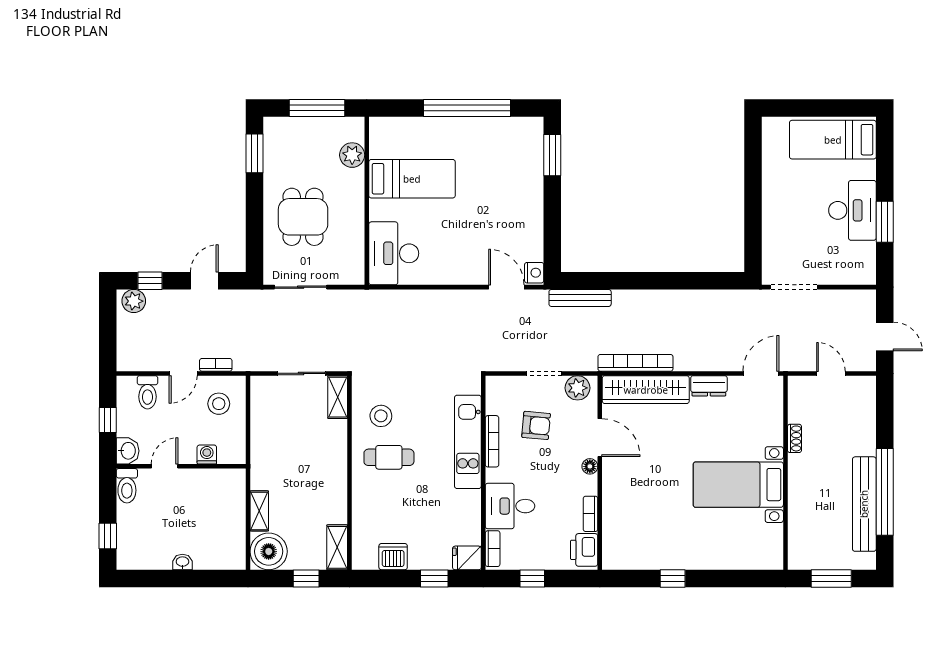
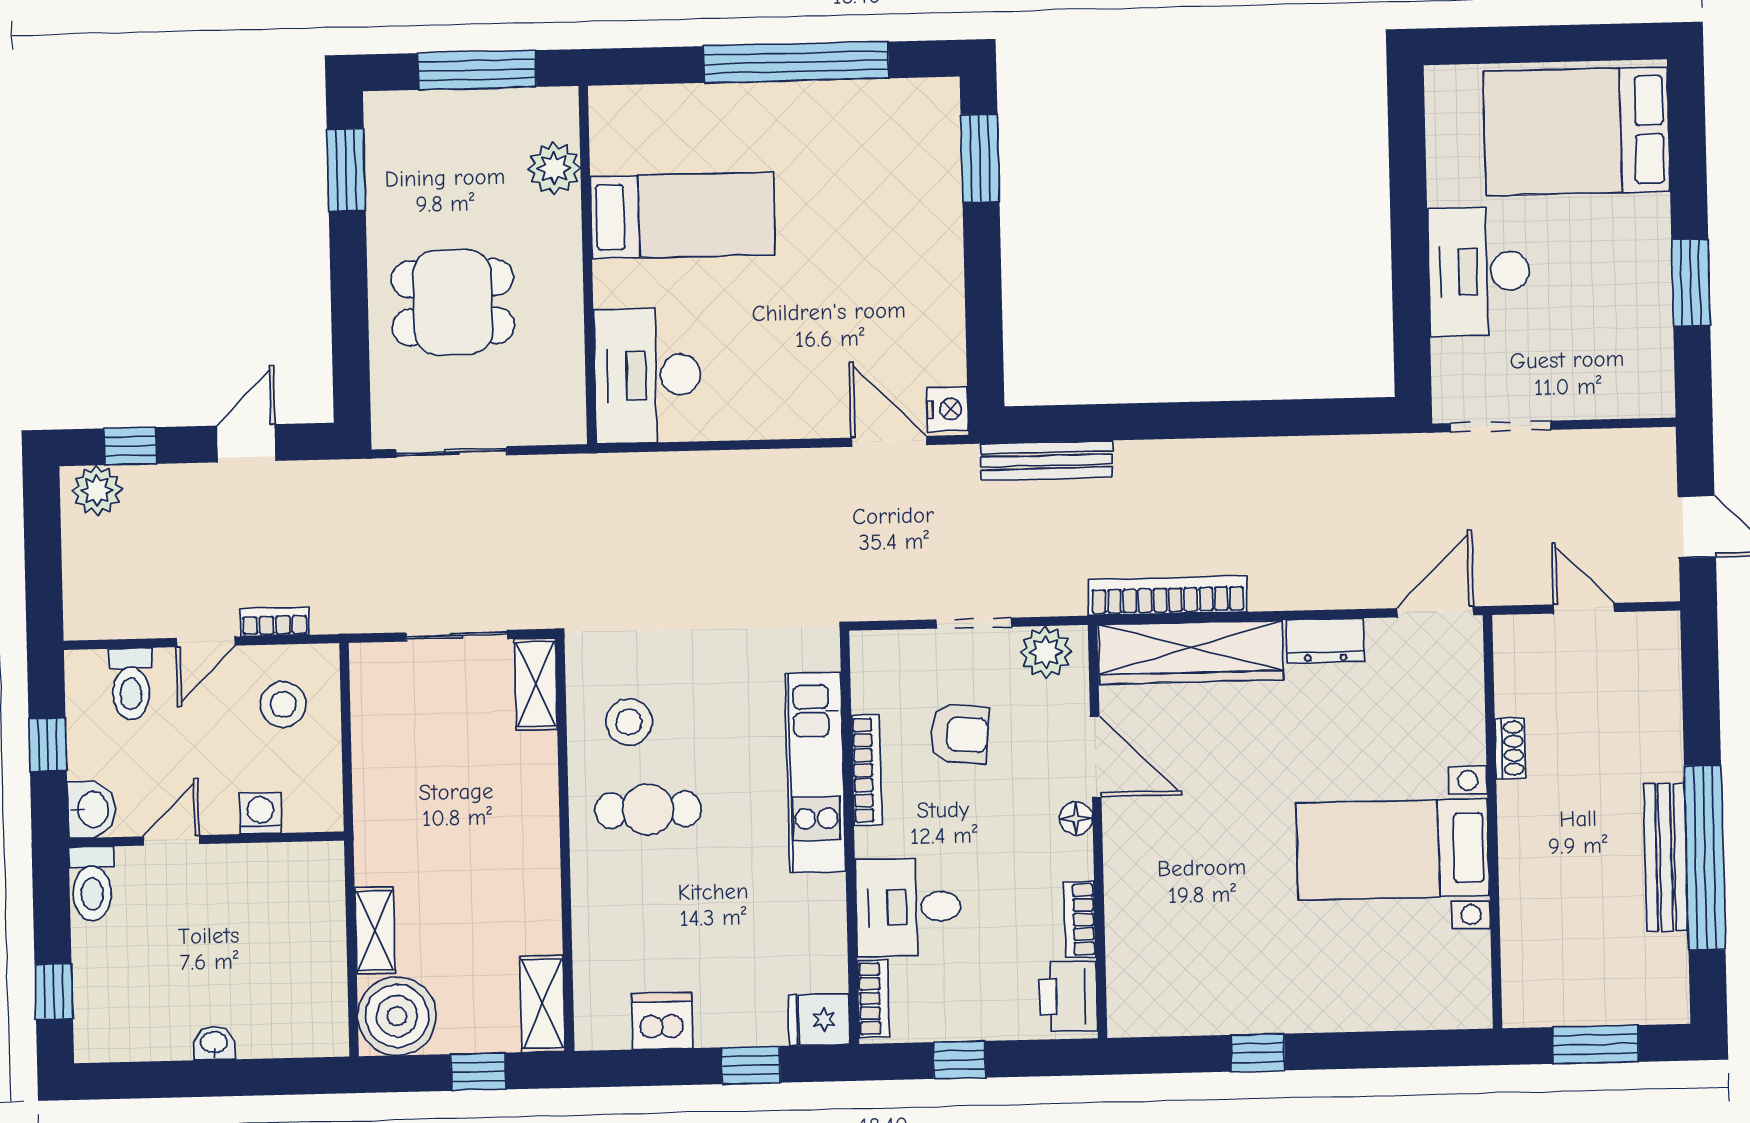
bed: (833, 140) -> (1577, 131), width x1.50
desk: (852, 210) -> (1479, 272), moved, turned 180
dining table: (303, 217) -> (453, 302), turned 90
bench: (864, 504) -> (1666, 857), width x0.73, depth x0.82

